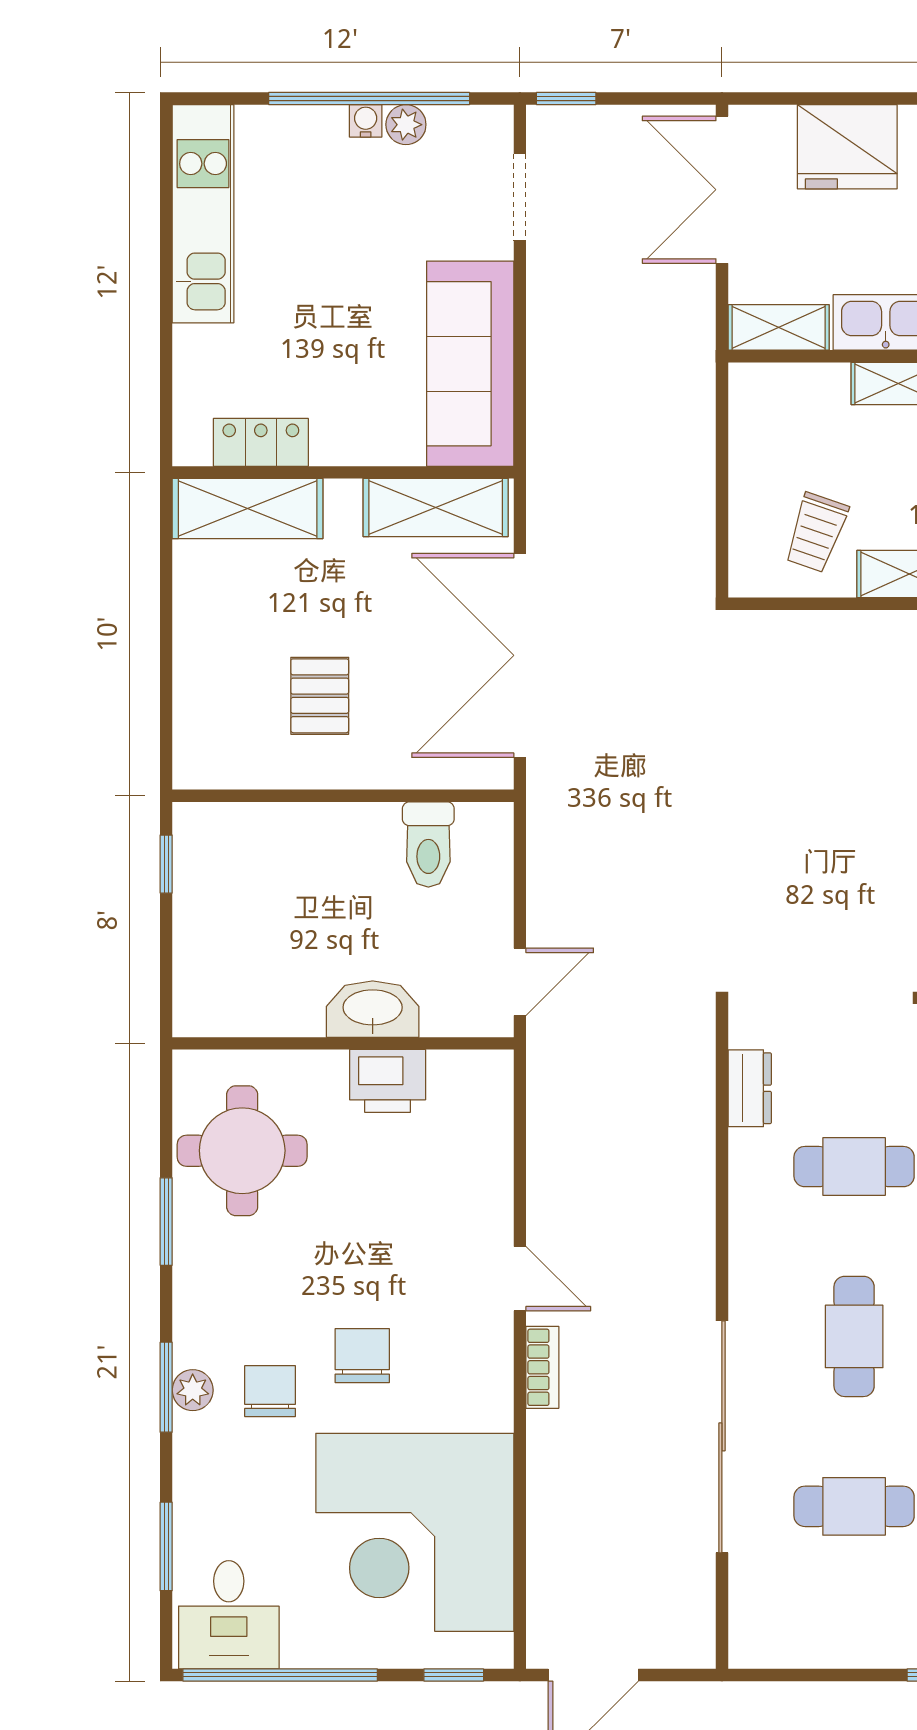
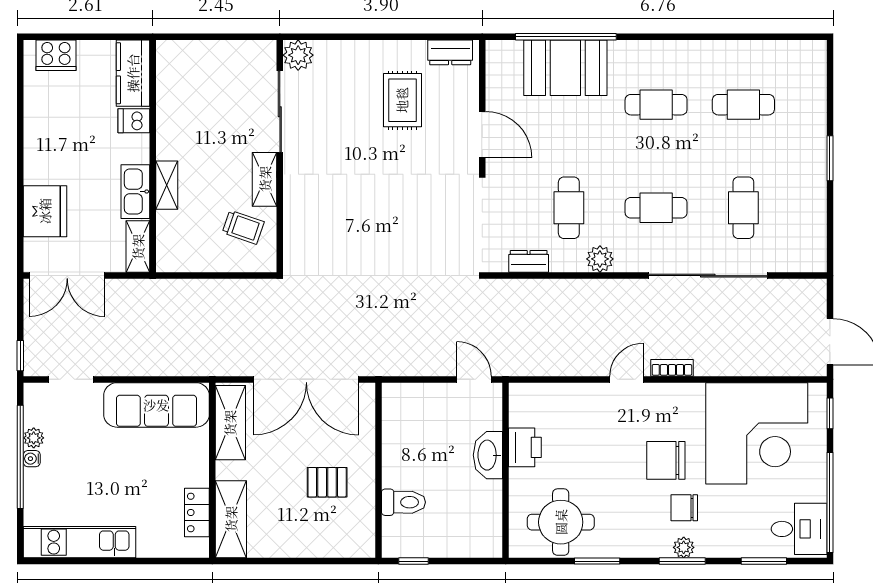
toilet: (428, 844) -> (403, 502), moved
plant: (754, 1227) -> (600, 259), added
chair: (362, 1356) -> (666, 460), width x1.37, depth x1.37

